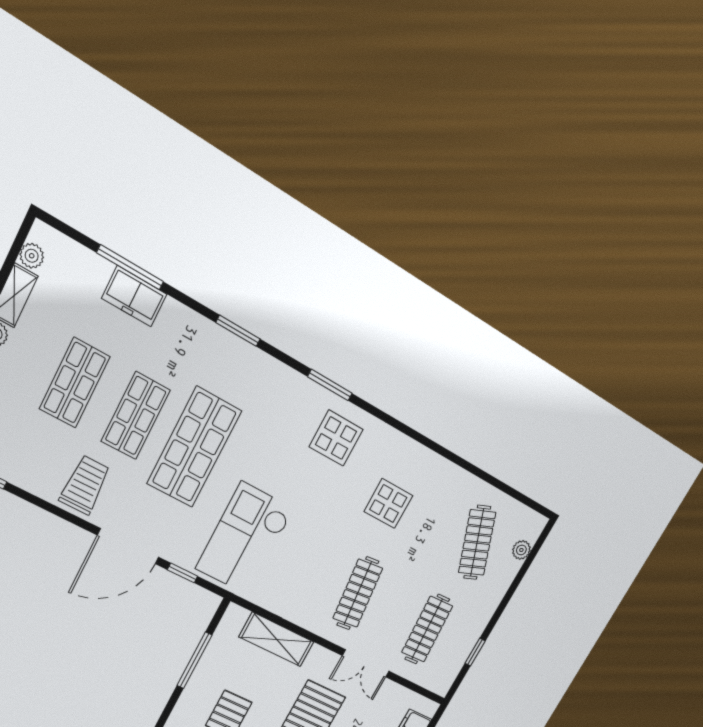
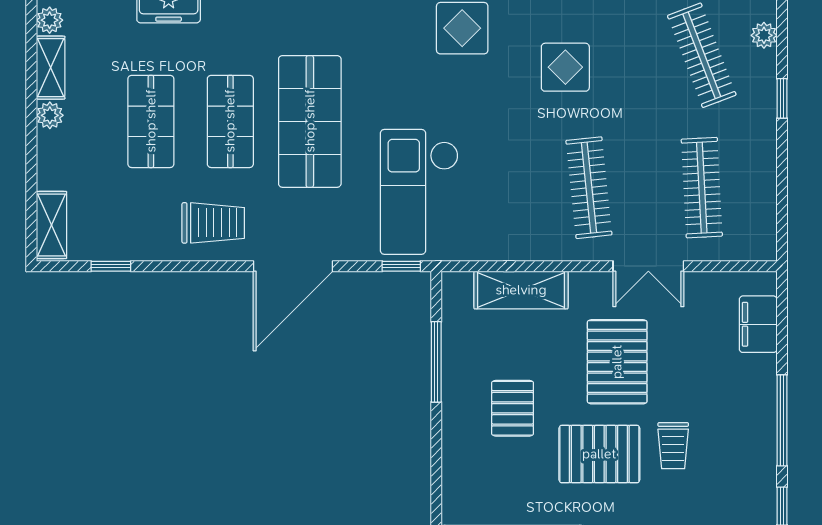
trolley: (85, 485) -> (213, 223), turned 90
window: (182, 573) -> (401, 266), moved
window: (475, 652) -> (782, 98), moved

